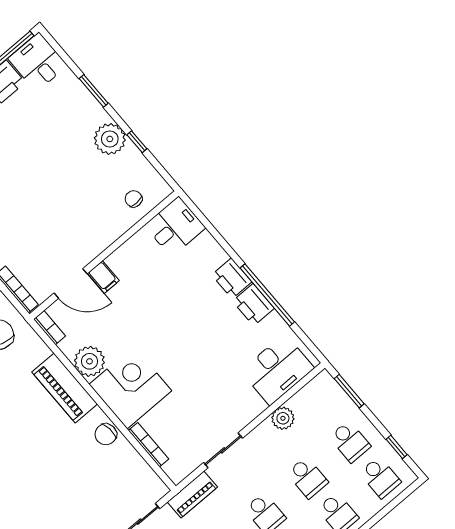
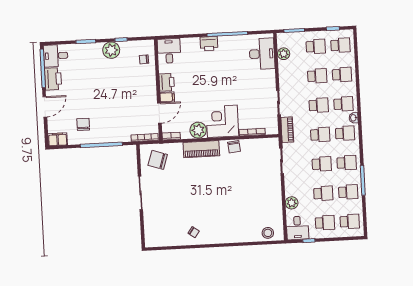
printer: (253, 305) -> (167, 82), moved, turned -90
plant: (283, 418) -> (284, 54), moved

